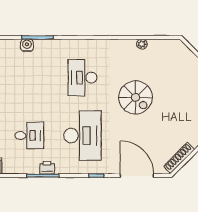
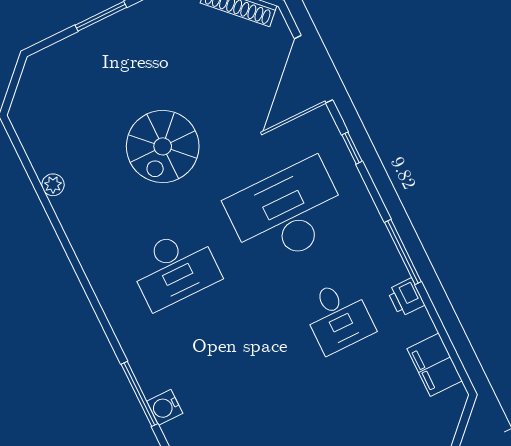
spiral stairs: (135, 97) -> (163, 146), turned 180
desk: (29, 136) -> (338, 317), turned 180
printer: (47, 168) -> (406, 297), moved

